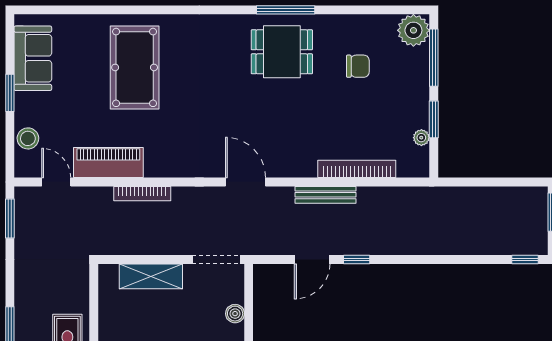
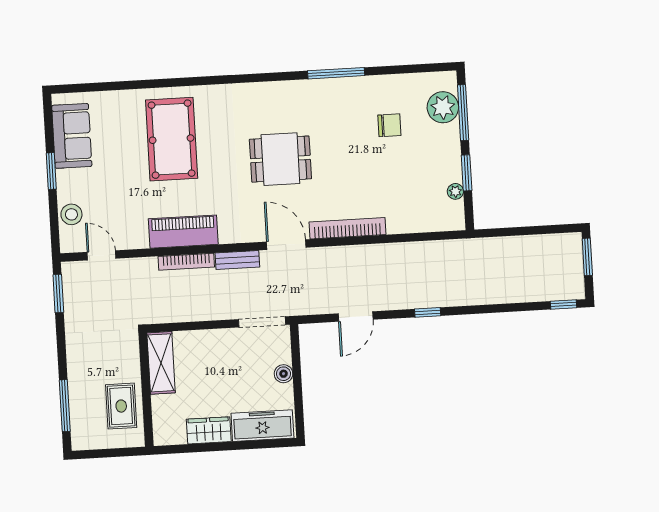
window: (286, 10) -> (336, 73), moved
plant: (413, 30) -> (443, 107), moved
dining table: (282, 52) -> (280, 159), moved
piano: (108, 163) -> (183, 232), moved
bookcase: (357, 169) -> (347, 228), moved
bench: (326, 195) -> (237, 260), moved, width x0.73
window: (357, 259) -> (428, 312), moved
shelving: (151, 276) -> (161, 363), moved, turned 90

